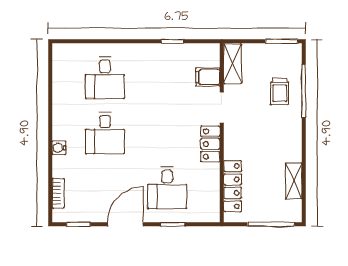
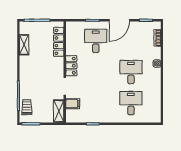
trolley: (280, 91) -> (27, 107), moved

